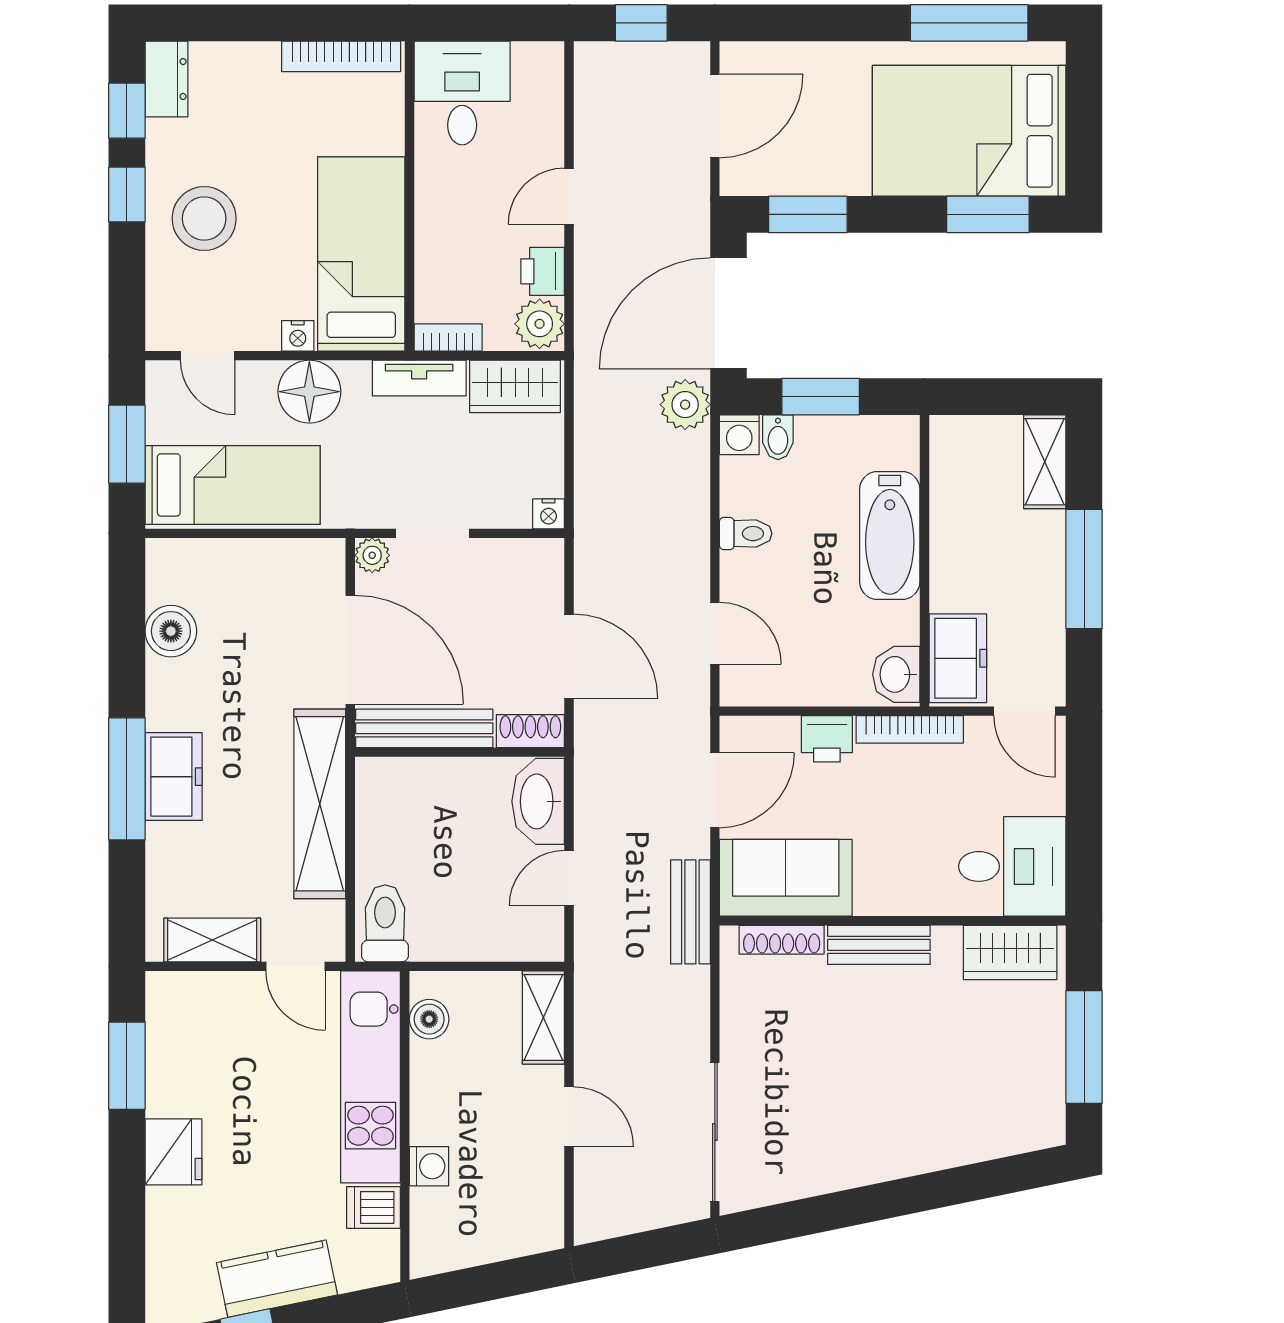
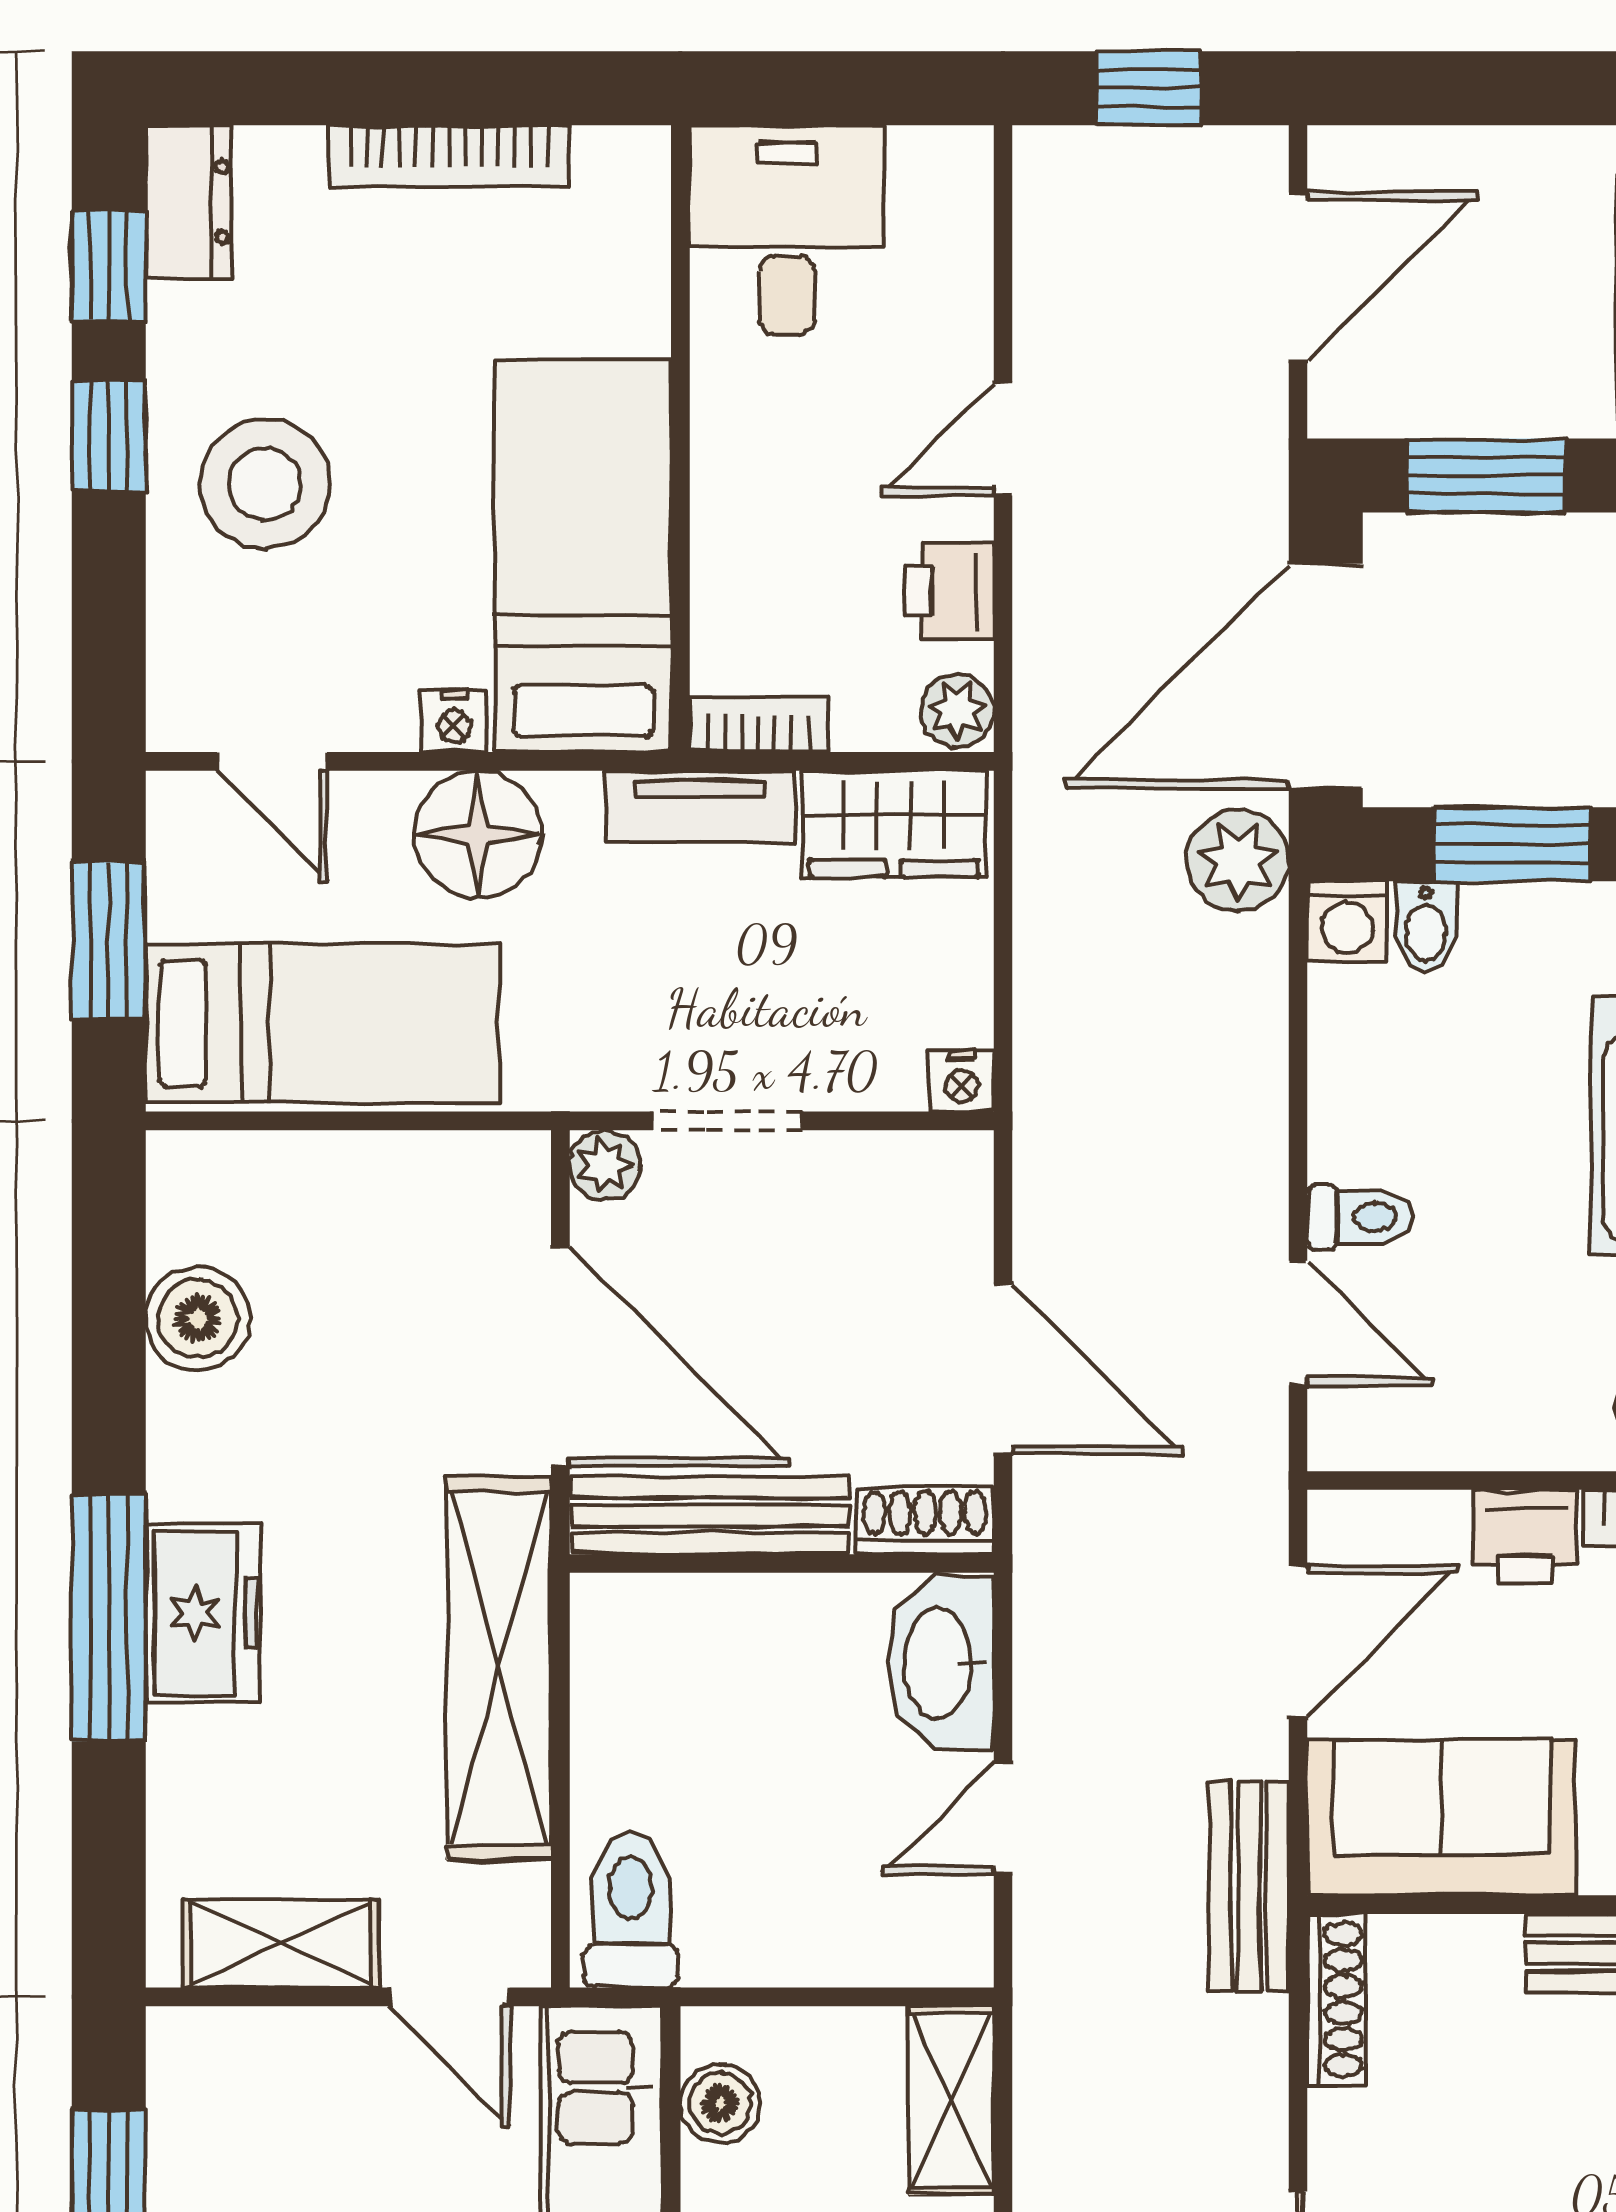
bookcase: (341, 56) -> (449, 156), moved
plant: (540, 324) -> (957, 711), width x0.73, depth x0.73
toilet: (746, 534) -> (1360, 1217), moved
shoe rack: (782, 940) -> (1336, 2000), moved, turned -90

